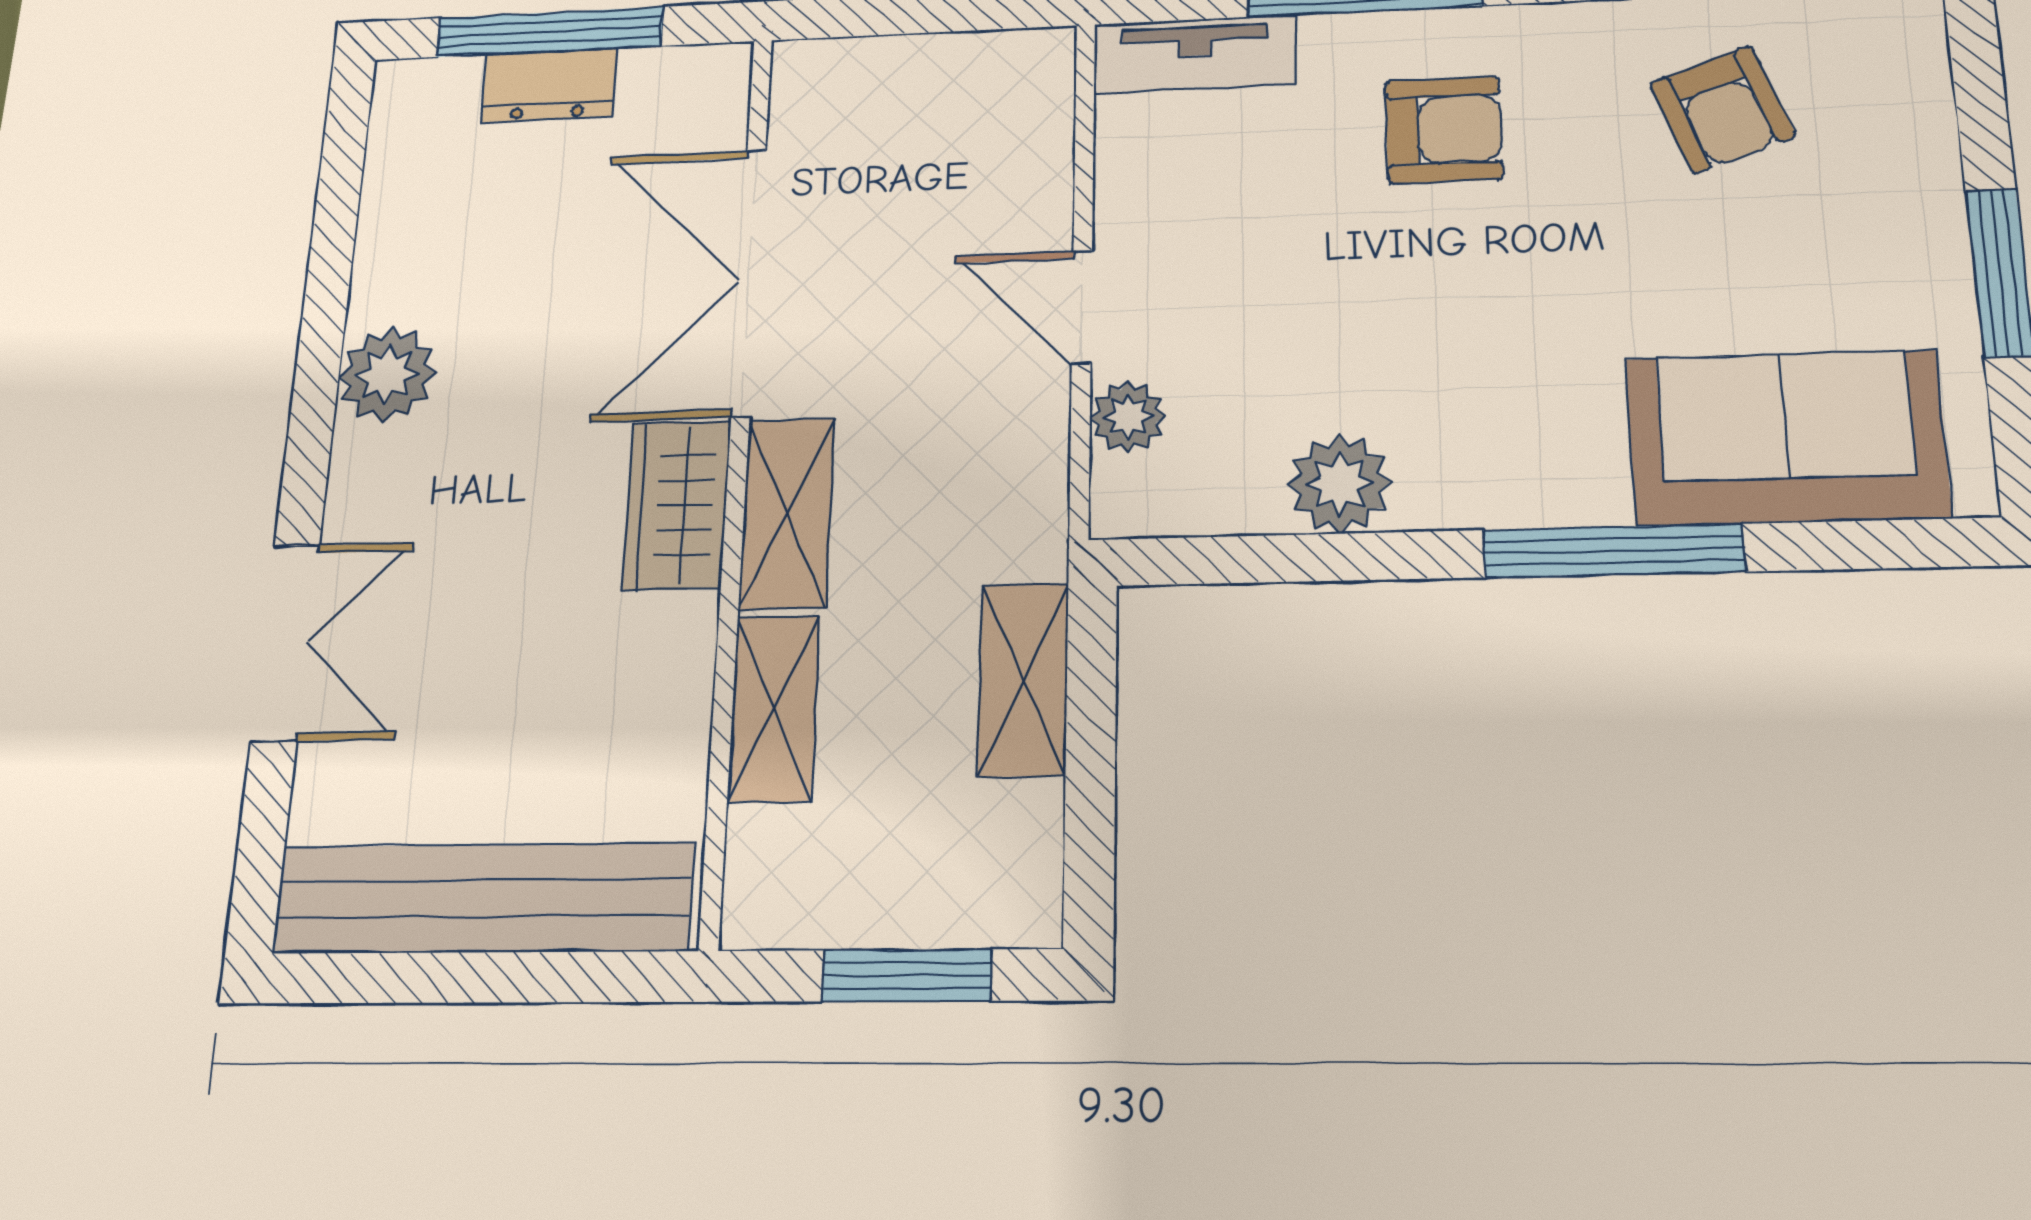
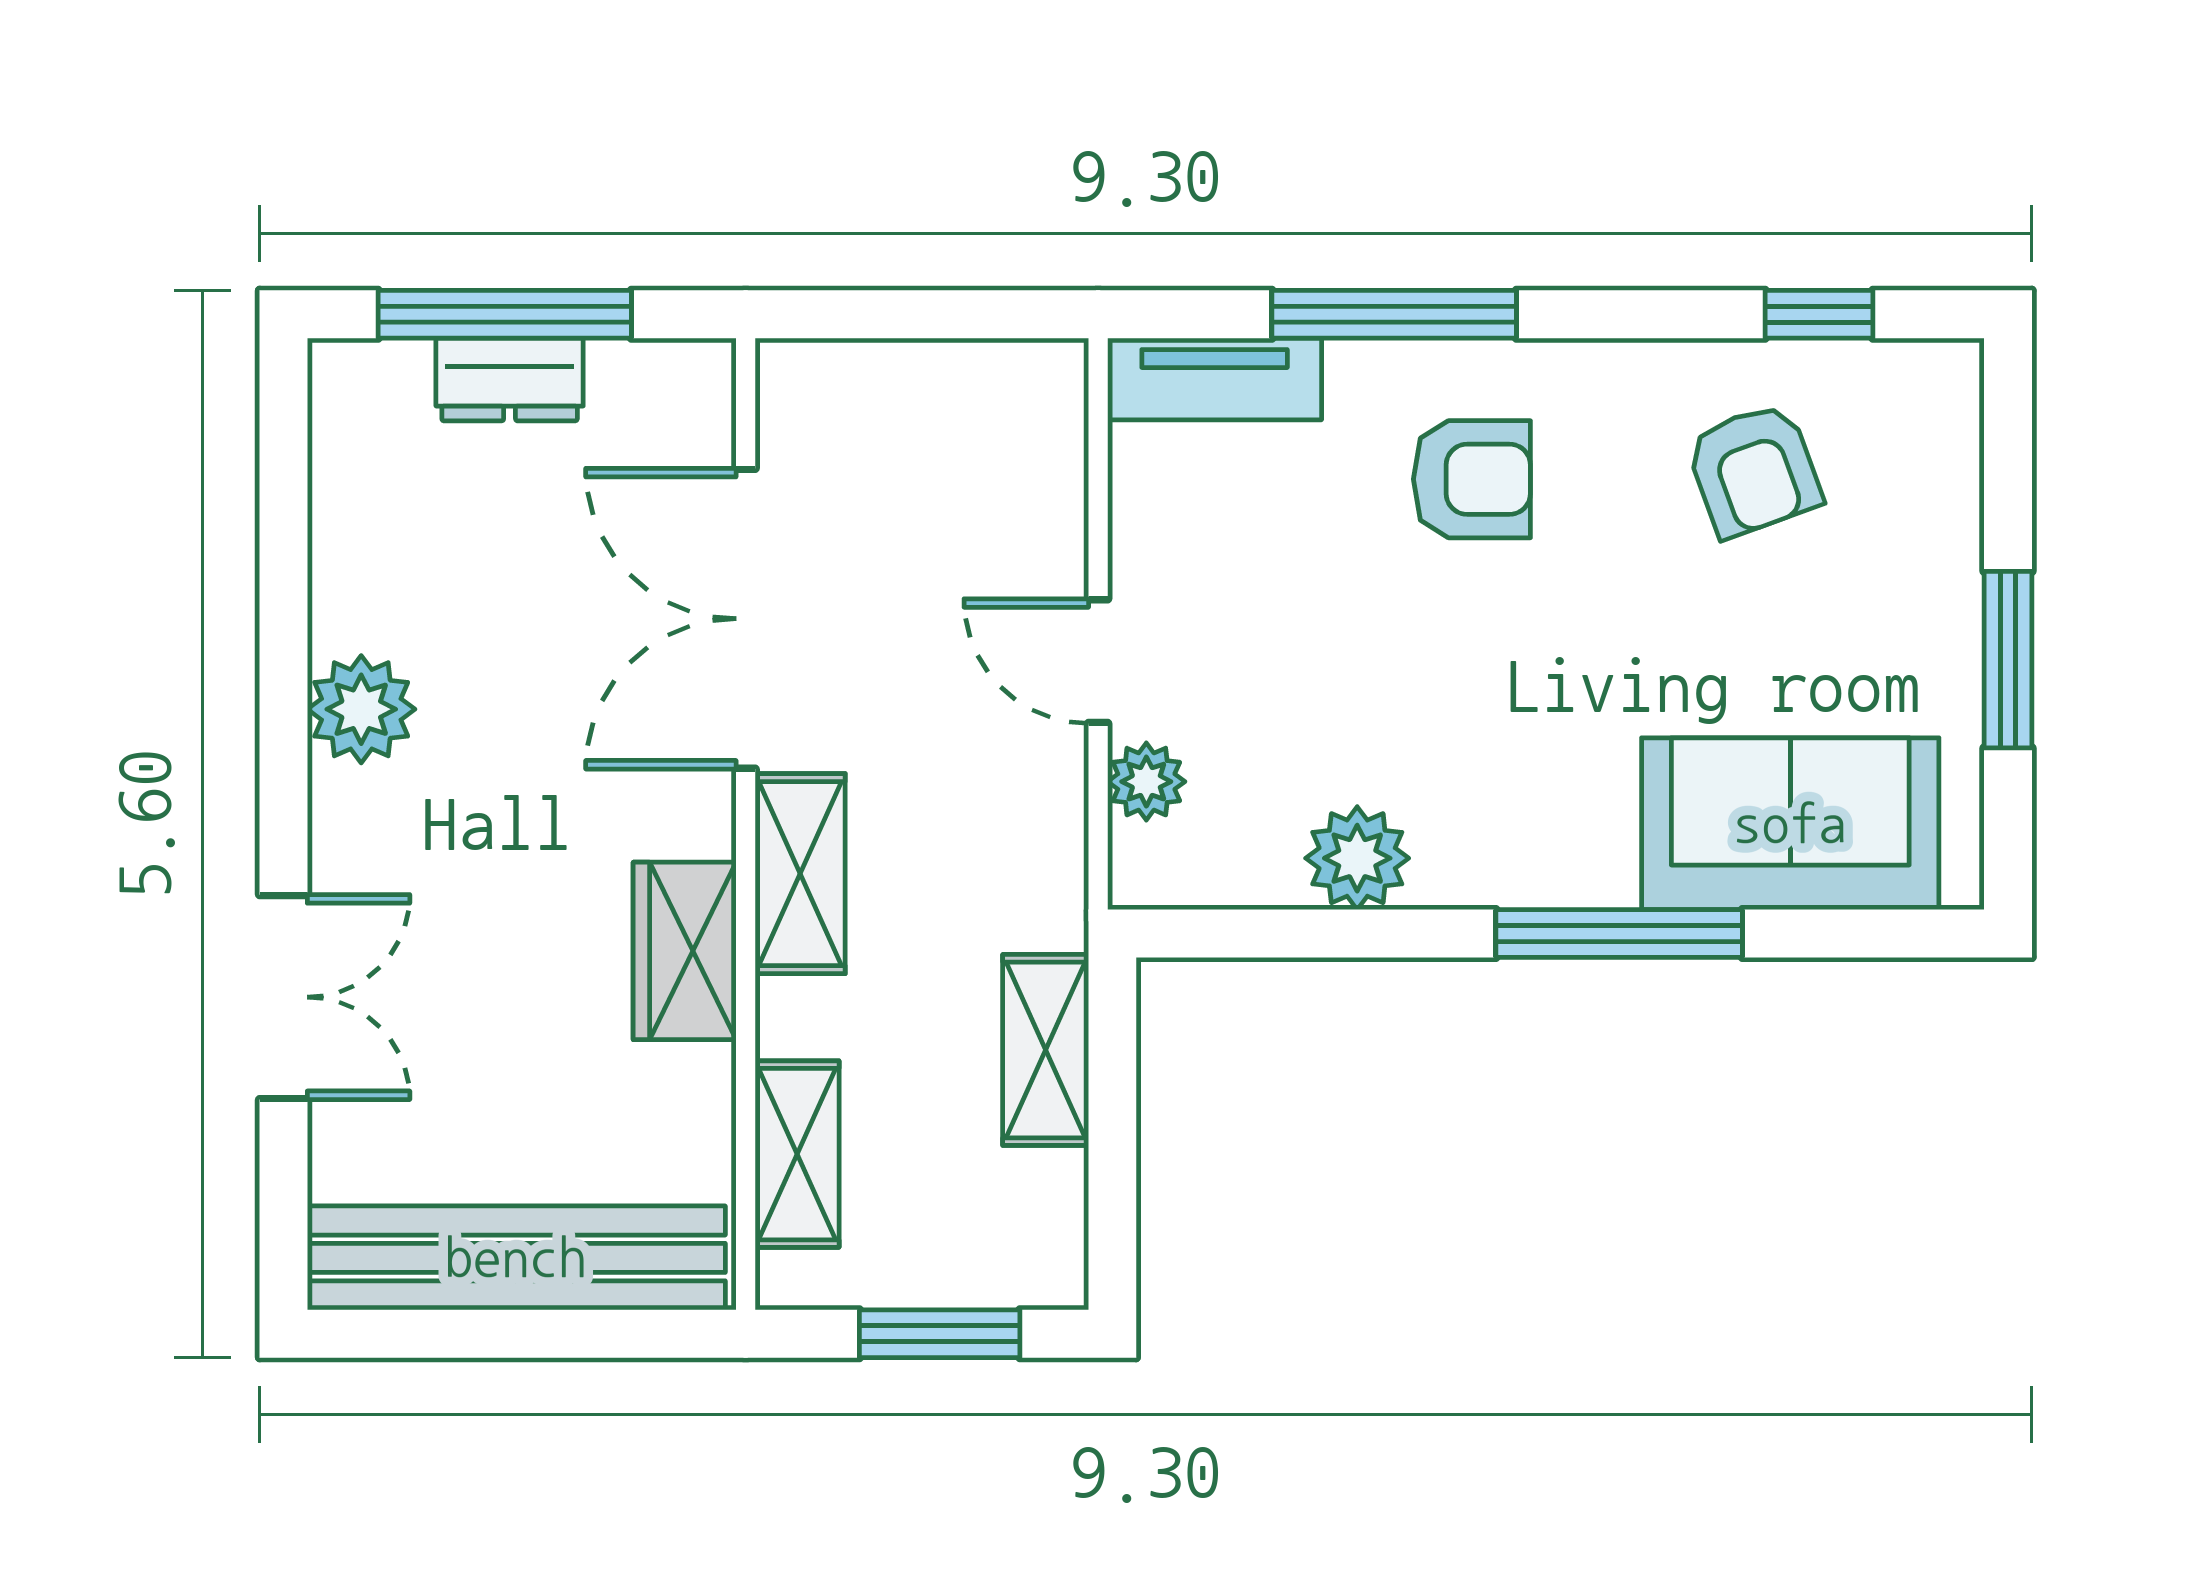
wardrobe: (677, 505) -> (685, 951), moved
shelving: (774, 709) -> (797, 1154), moved

